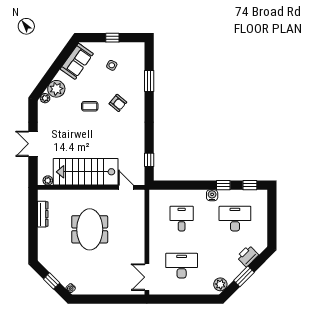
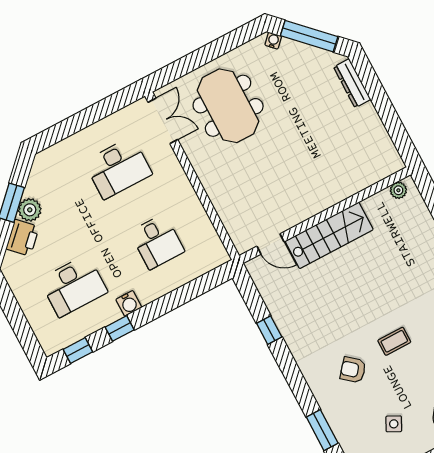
window: (149, 160) -> (269, 330), moved
stairs: (86, 172) -> (329, 235), width x0.73, depth x0.66
dresser: (43, 214) -> (352, 83), moved
meeting table: (90, 229) -> (228, 106), moved
window: (52, 281) -> (309, 36), width x2.17
plant: (220, 284) -> (30, 210), moved

